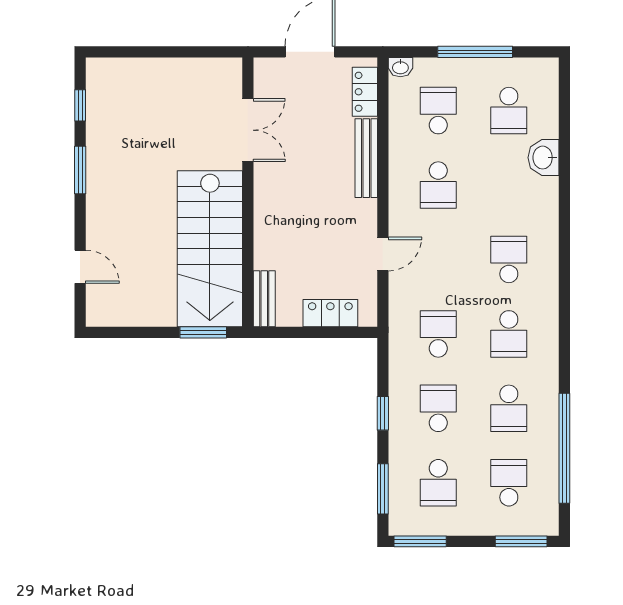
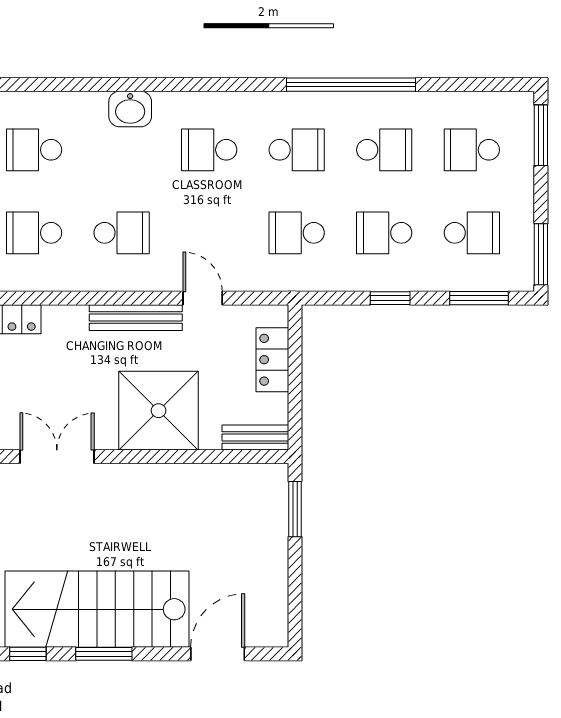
school desk: (509, 111) -> (34, 150), turned 180
bench: (366, 158) -> (136, 318), moved
washbasin: (544, 158) -> (130, 109), moved
shower: (287, 216) -> (159, 411), added
stairs: (210, 249) -> (97, 609), moved, turned 180
door: (80, 267) -> (218, 654), width x1.38
window: (564, 448) -> (351, 85), moved

